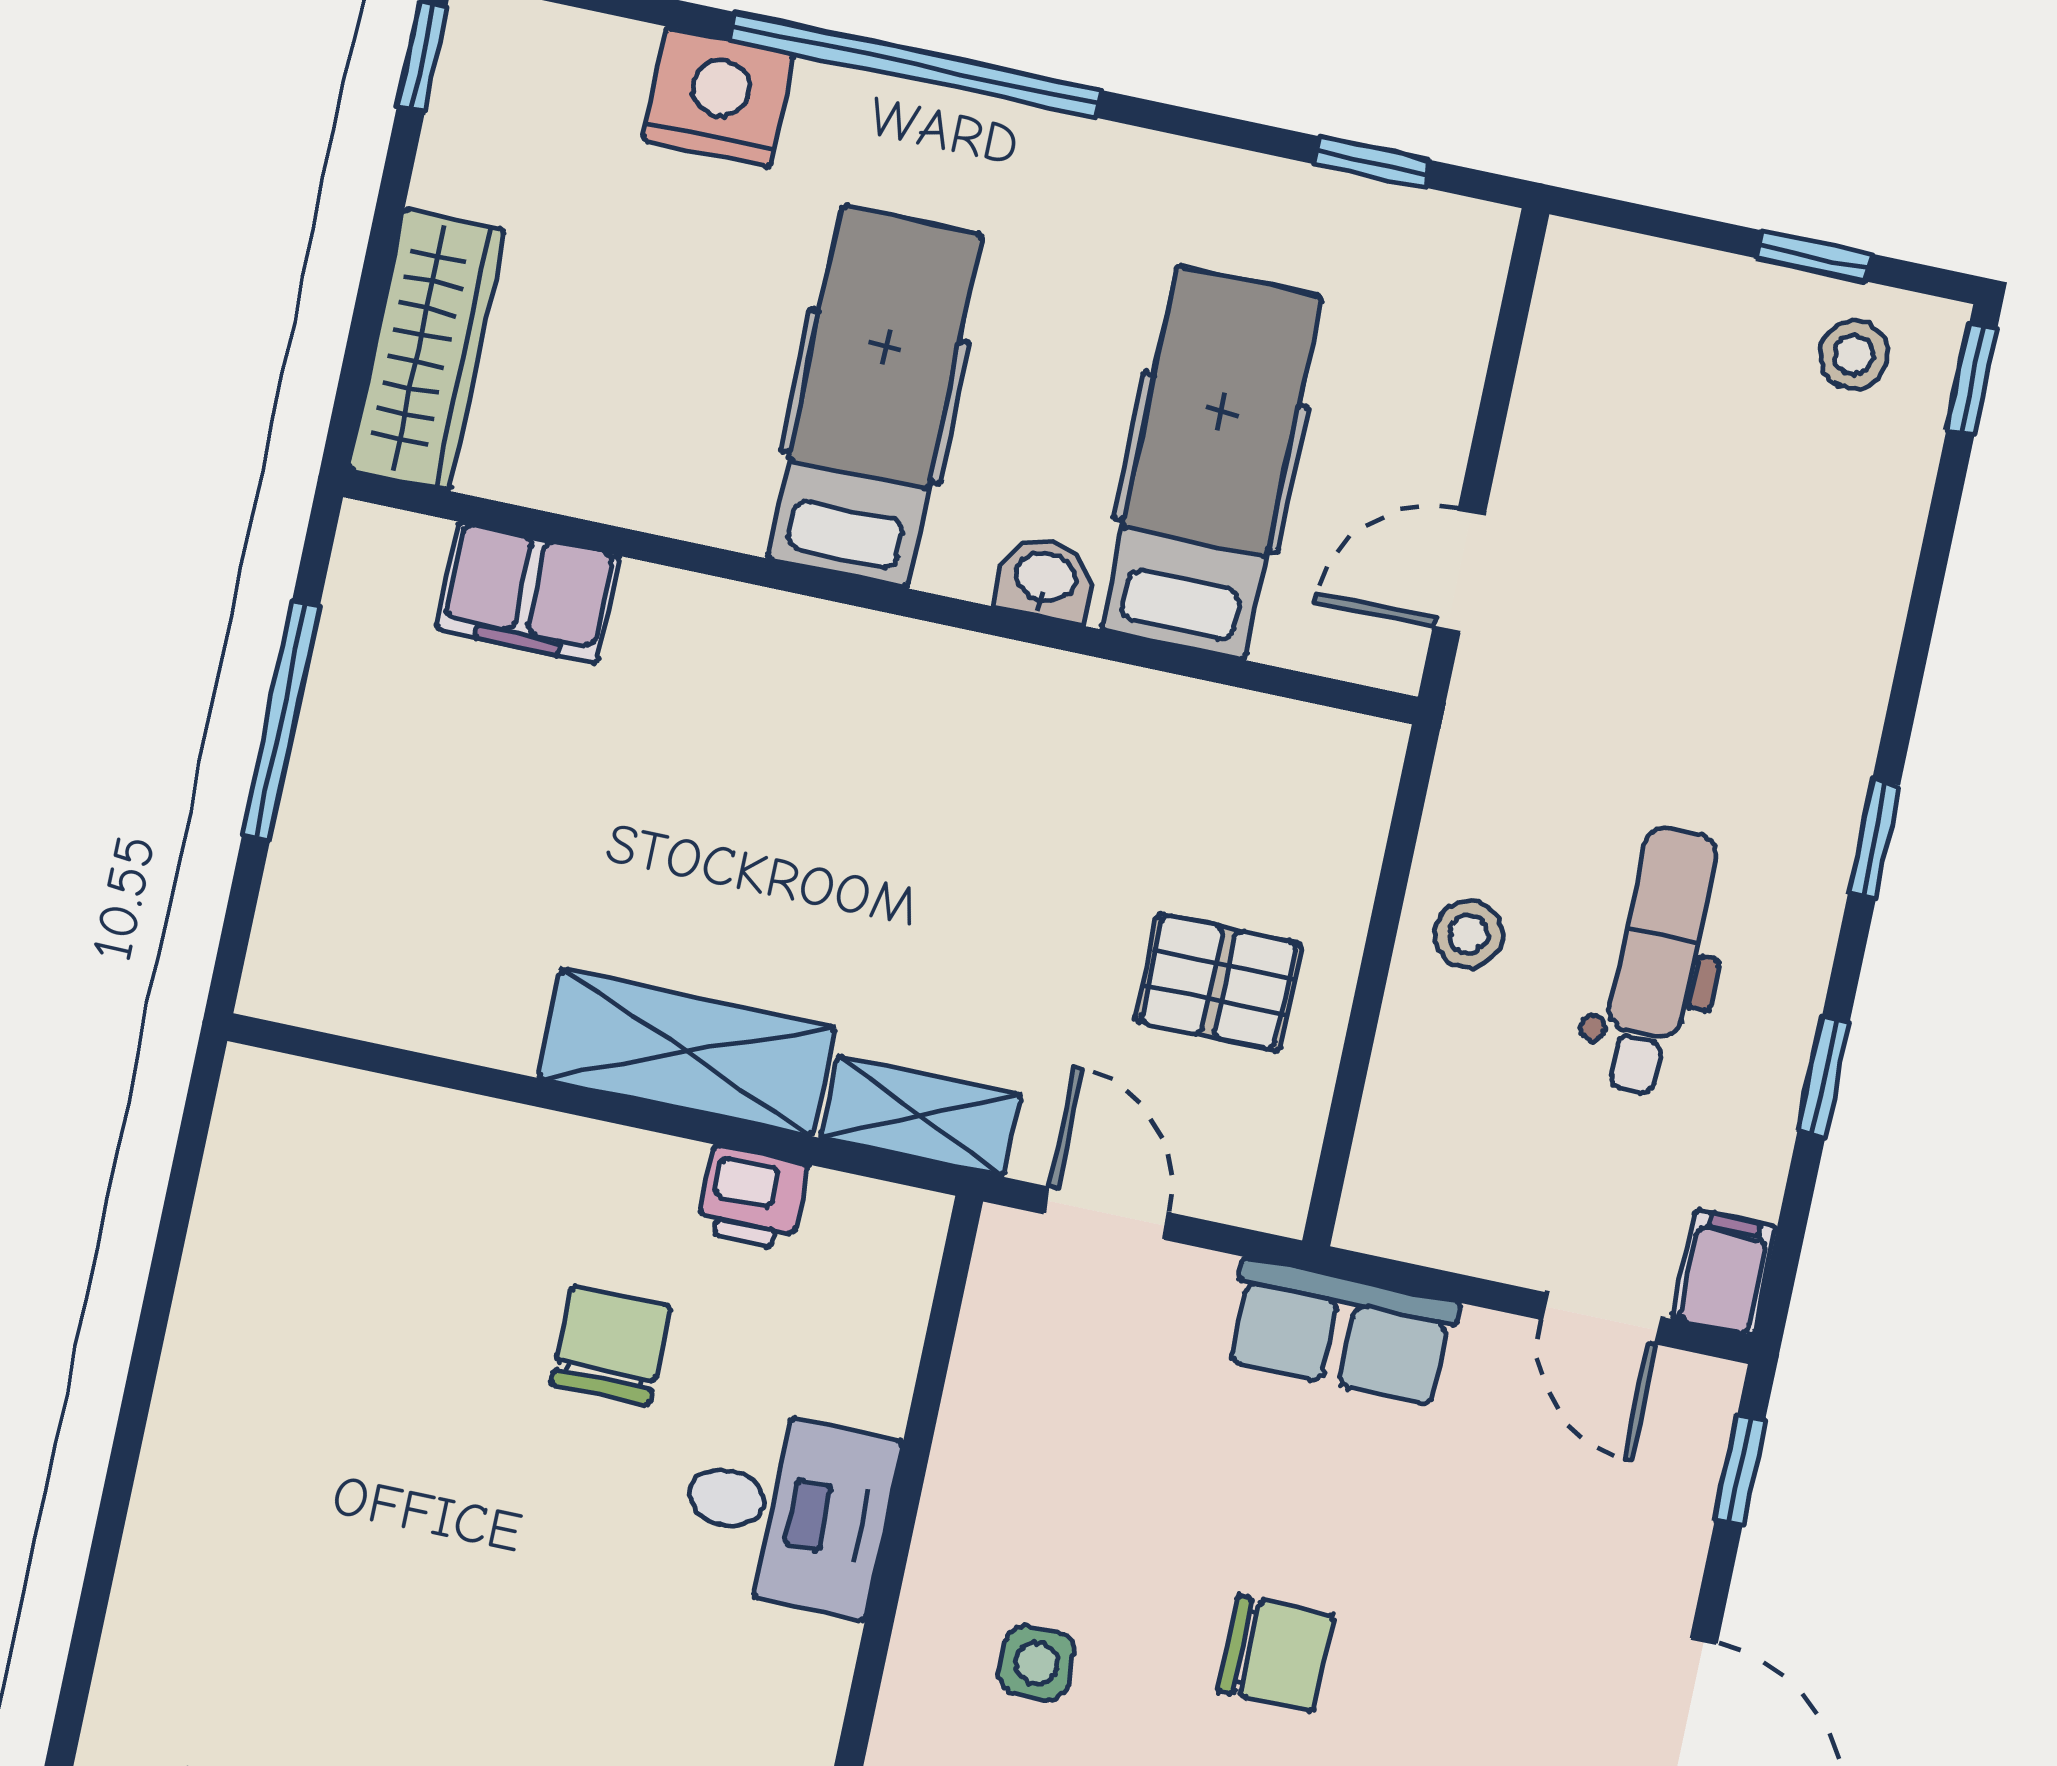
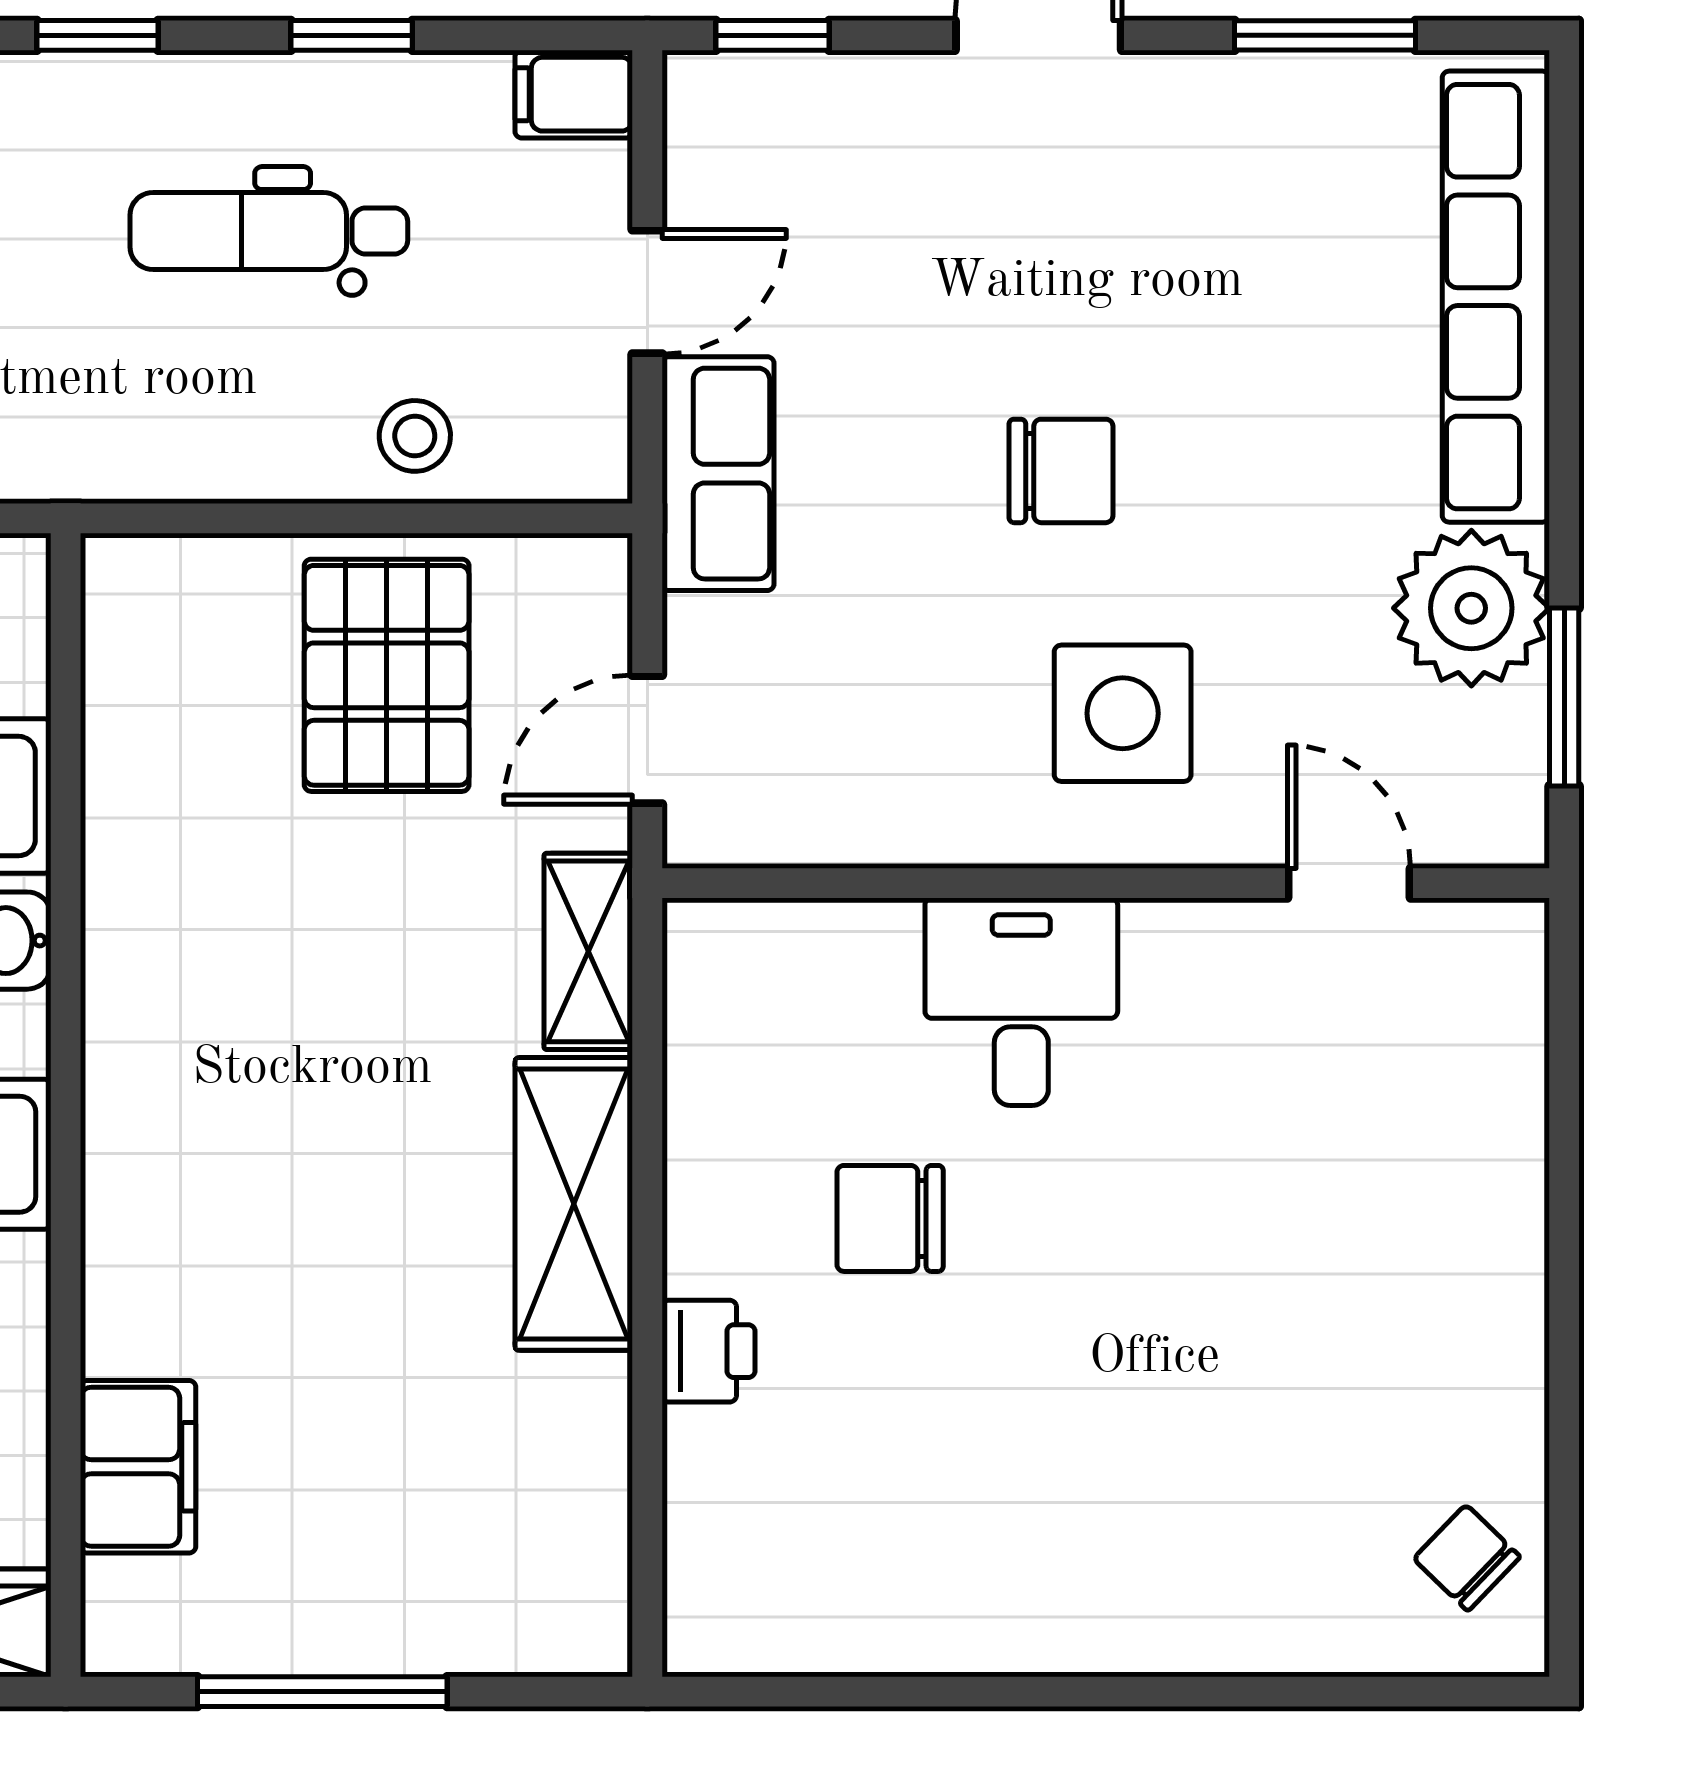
stool: (1468, 934) -> (415, 436), moved
pallet: (1218, 982) -> (387, 675), width x1.50, depth x1.42
printer: (752, 1198) -> (708, 1351), moved
door: (1602, 1319) -> (647, 292), moved
chair: (1275, 1653) -> (1061, 471), turned 90
side table: (1037, 1663) -> (1123, 713), width x1.87, depth x1.87

